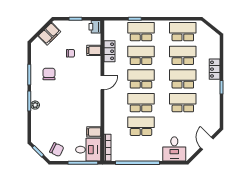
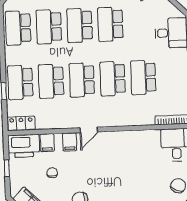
printer: (95, 27) -> (24, 146), width x1.87, depth x1.48
locker: (109, 51) -> (21, 123), moved
door: (102, 83) -> (89, 130), swing flipped
filing cabinet: (94, 132) -> (70, 142), moved

